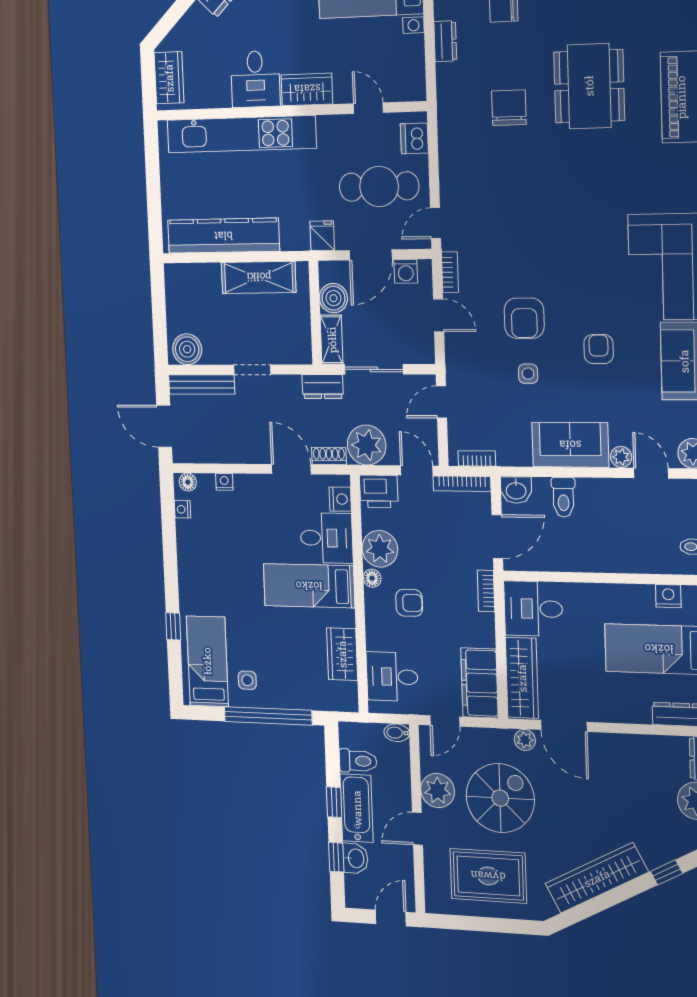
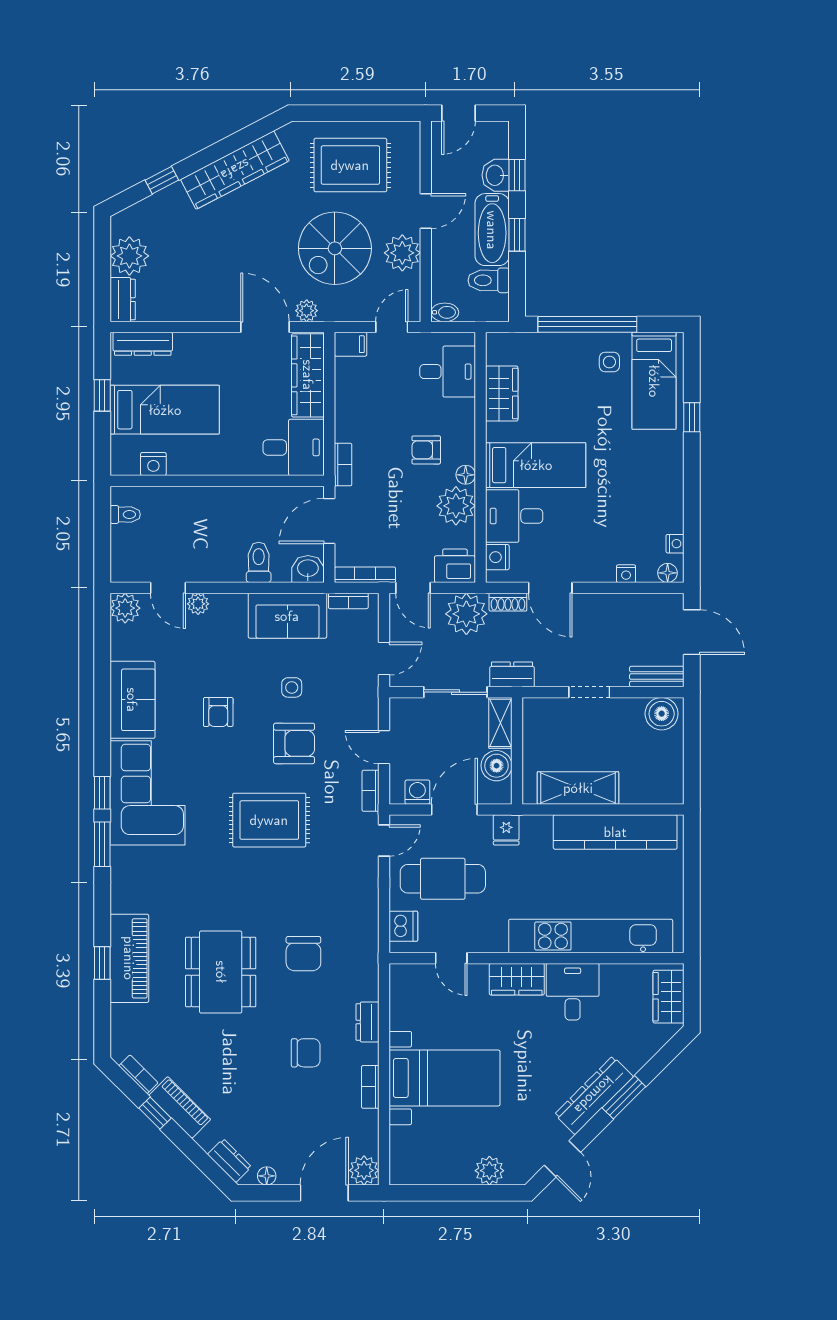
rug: (546, 241) -> (269, 820), added
armchair: (524, 318) -> (294, 743), turned 90
bench: (202, 384) -> (657, 677), width x0.73
sofa: (570, 445) -> (287, 616), moved
filing cabinet: (479, 683) -> (351, 344), width x0.33, depth x0.86

